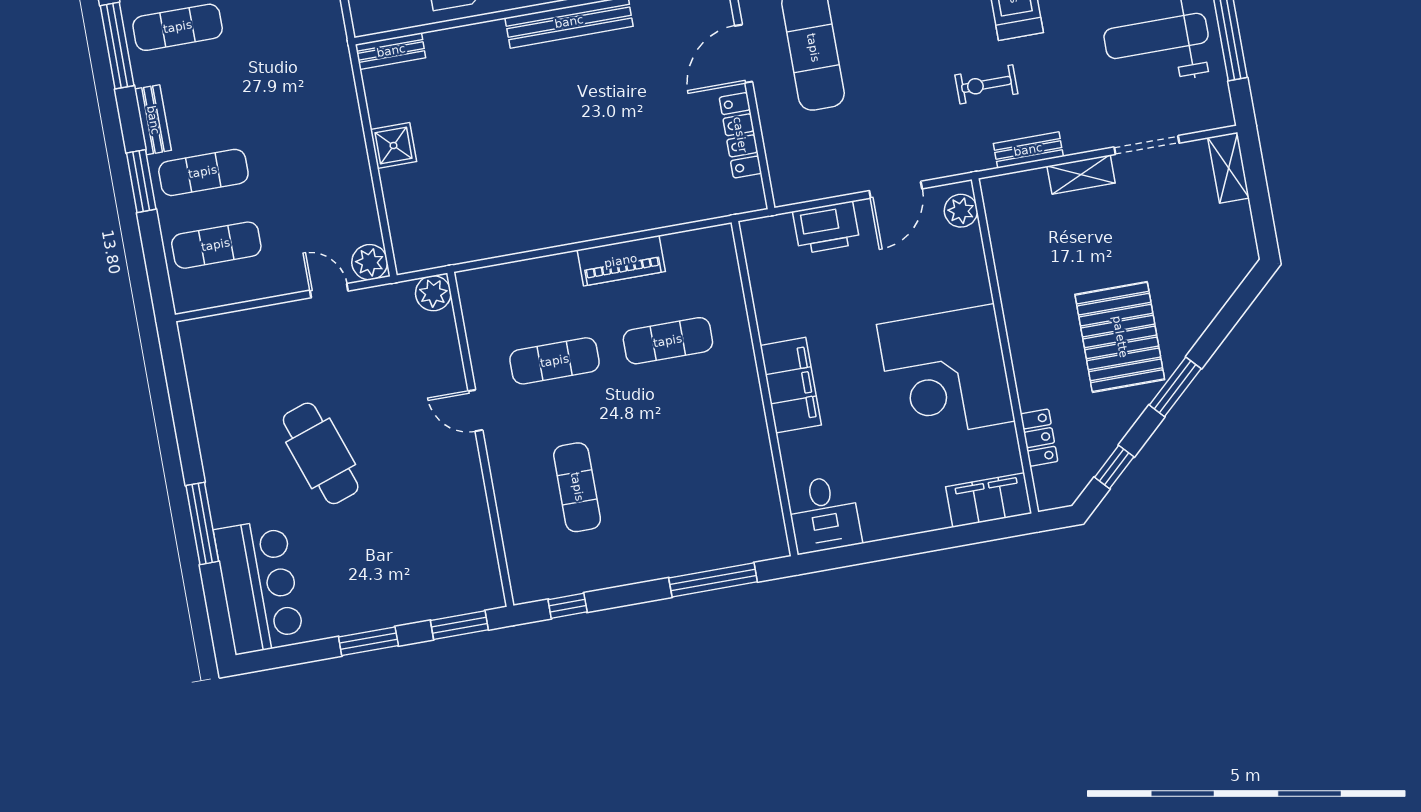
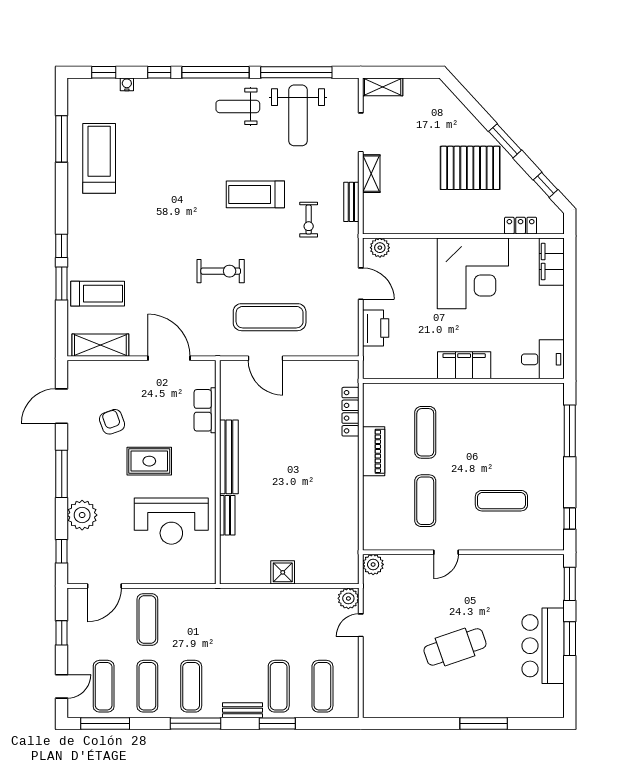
bench: (391, 51) -> (227, 515), moved
locker: (740, 135) -> (350, 412), moved, turned 90
bar counter: (259, 586) -> (543, 646), moved, turned -90

